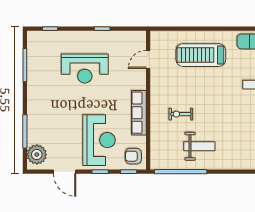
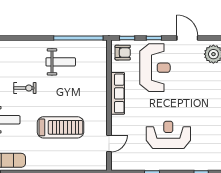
treadmill: (201, 55) -> (60, 127), moved
exercise bike: (181, 114) -> (25, 88), moved
reception desk: (99, 140) -> (155, 68), turned 180
weight bench: (199, 146) -> (61, 62), turned 180

